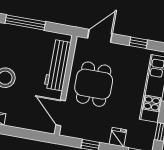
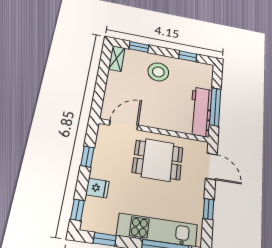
window: (25, 22) -> (215, 107), moved
workbench: (58, 65) -> (201, 112), moved, turned -90

